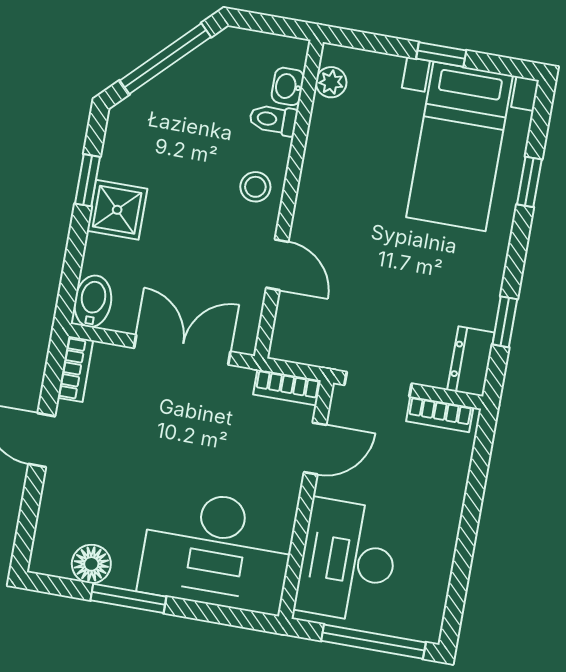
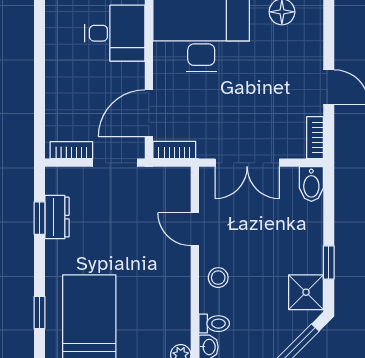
shower: (117, 210) -> (306, 292), moved
dresser: (471, 361) -> (57, 217), moved
door: (315, 449) -> (149, 113), width x1.38
desk: (348, 561) -> (115, 33), width x0.73

